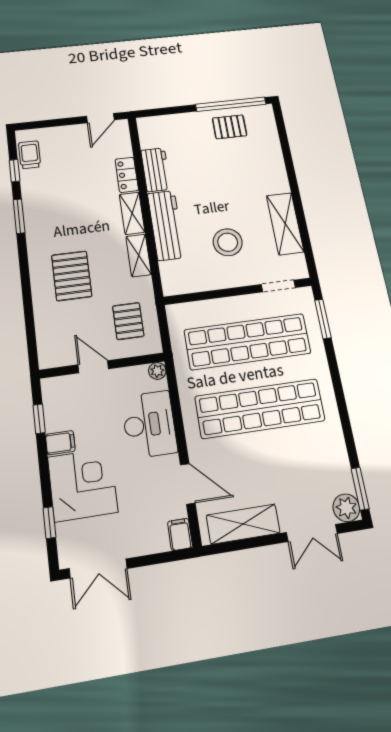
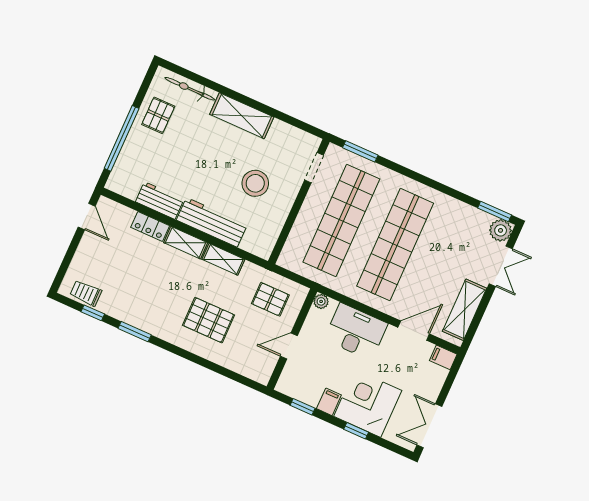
window: (231, 104) -> (122, 138), moved
bicycle: (271, 139) -> (190, 89), added
shelving: (285, 224) -> (242, 116), moved
window: (49, 523) -> (356, 431), moved
double door: (98, 568) -> (429, 426), swing flipped

